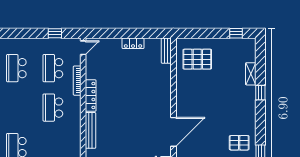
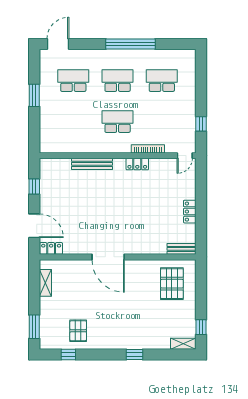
door: (83, 48) -> (185, 156), hinge flipped
school desk: (53, 68) -> (118, 81), moved
shelving: (251, 74) -> (183, 344), moved
locker: (91, 96) -> (137, 164), width x0.66
door: (173, 132) -> (108, 257), moved

